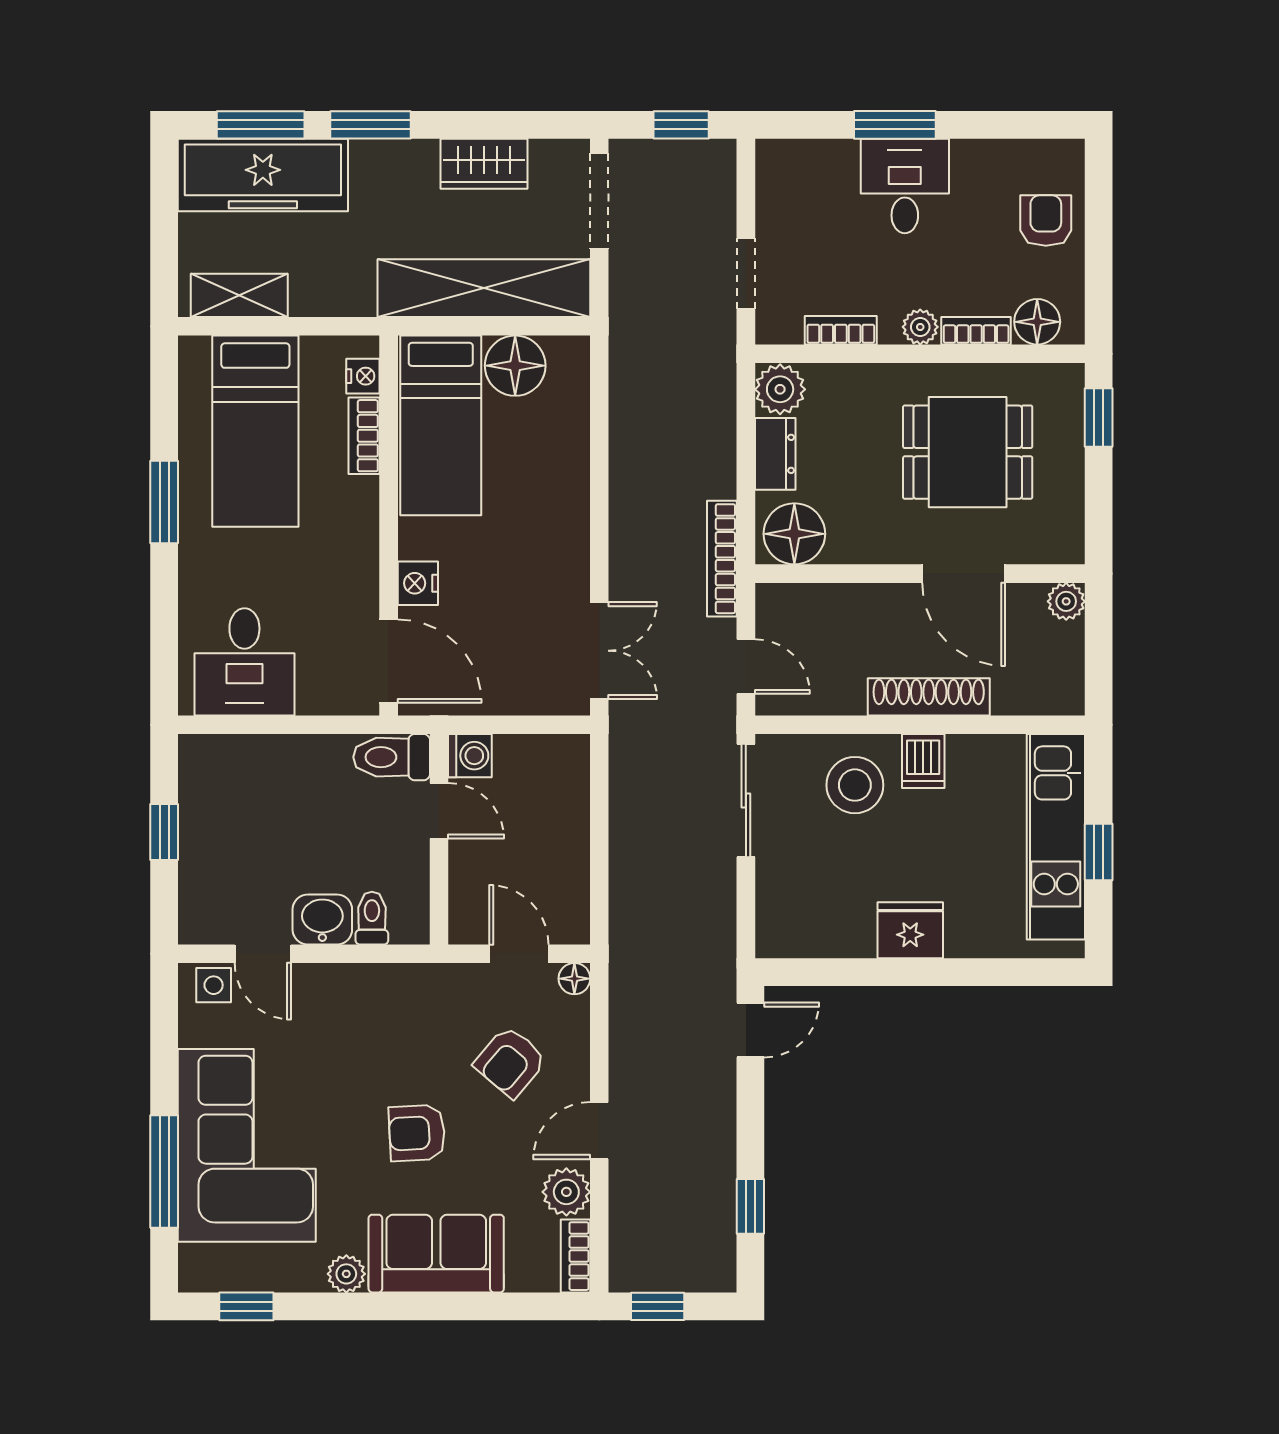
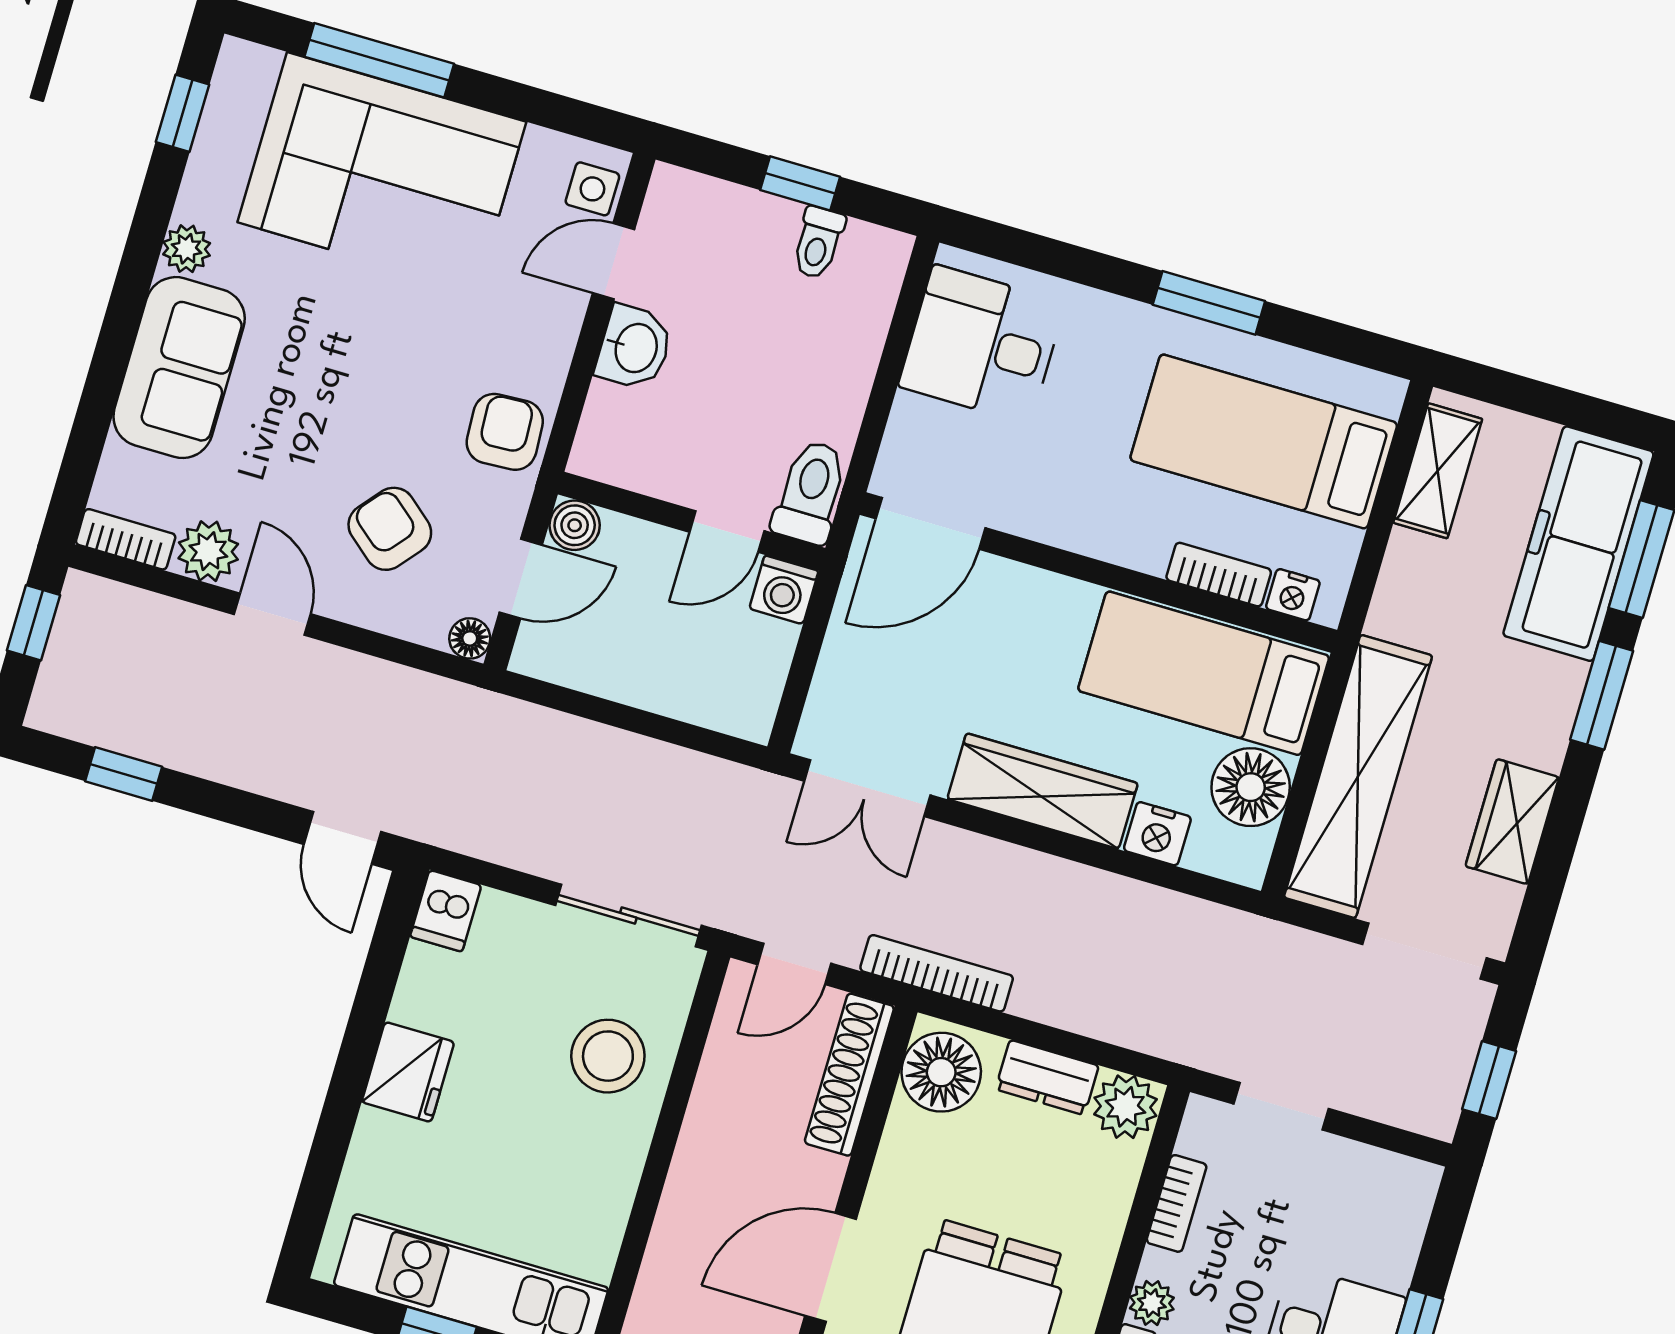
wardrobe: (563, 520) -> (1043, 791), added
nightstand: (418, 583) -> (1157, 834), moved, turned 180
shoe rack: (929, 697) -> (849, 1075), moved, turned 180
dishwasher: (923, 761) -> (446, 911), moved, turned -90
toilet: (372, 918) -> (818, 243), moved, turned 90
boiler: (467, 925) -> (575, 525), added
armchair: (417, 1133) -> (505, 432), moved

